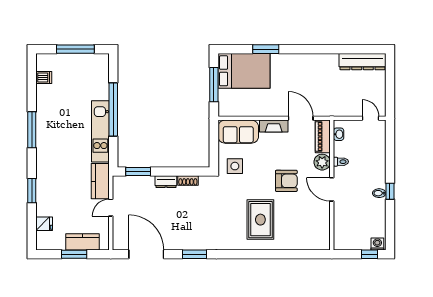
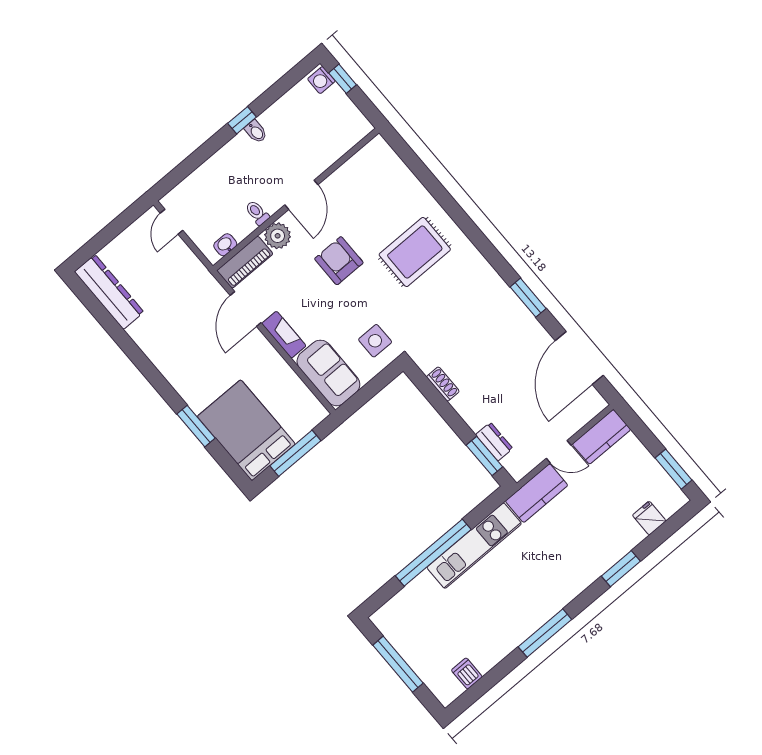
dresser: (166, 182) -> (494, 442), moved
kitchen counter: (82, 242) -> (601, 437), moved, turned -90
window: (74, 254) -> (673, 469), moved

